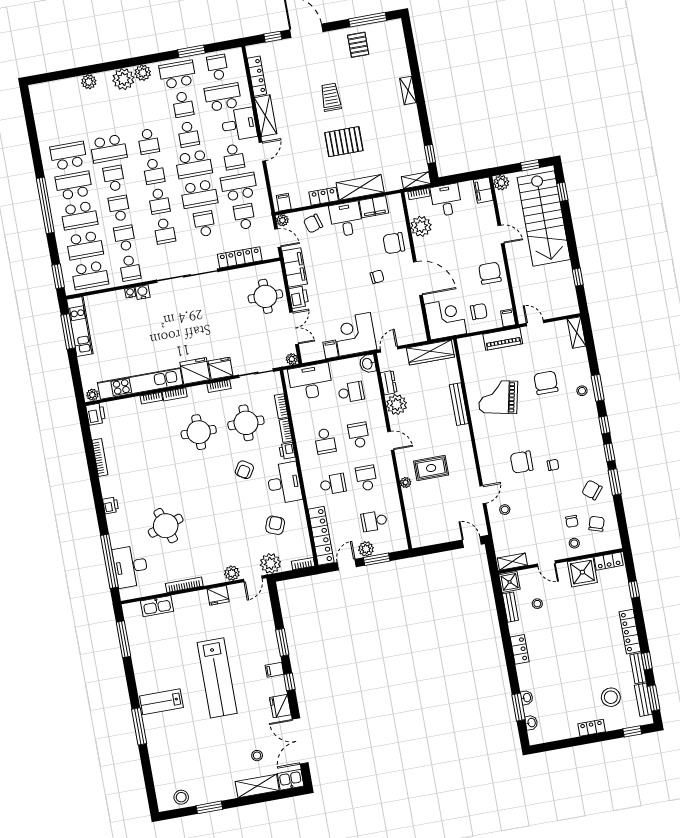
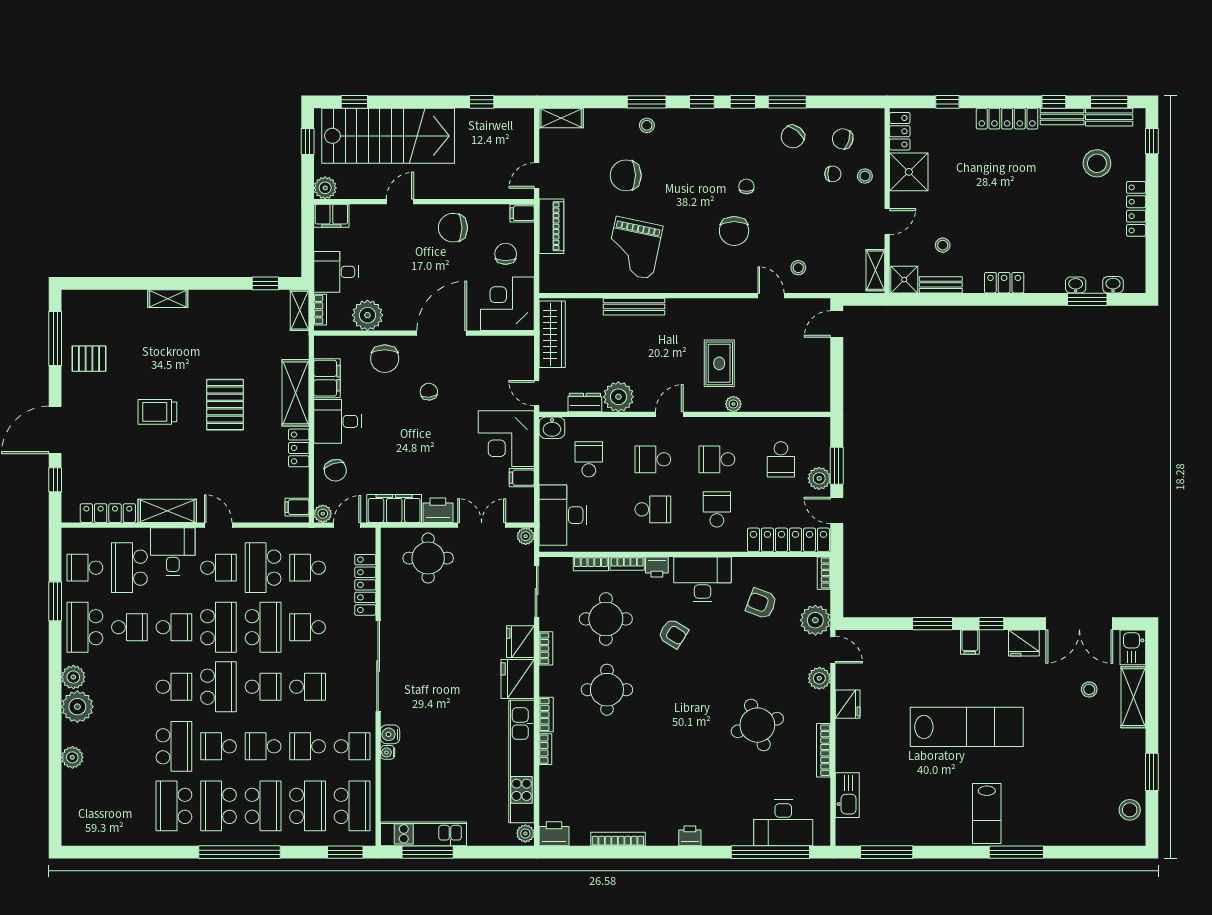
school desk: (154, 171) -> (218, 687), width x1.85
round table: (166, 526) -> (757, 725), moved
locker: (592, 728) -> (1136, 209), width x1.53

